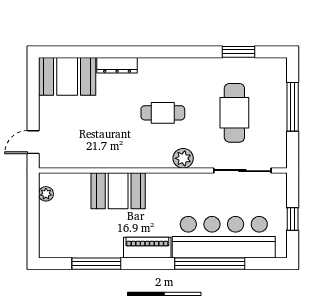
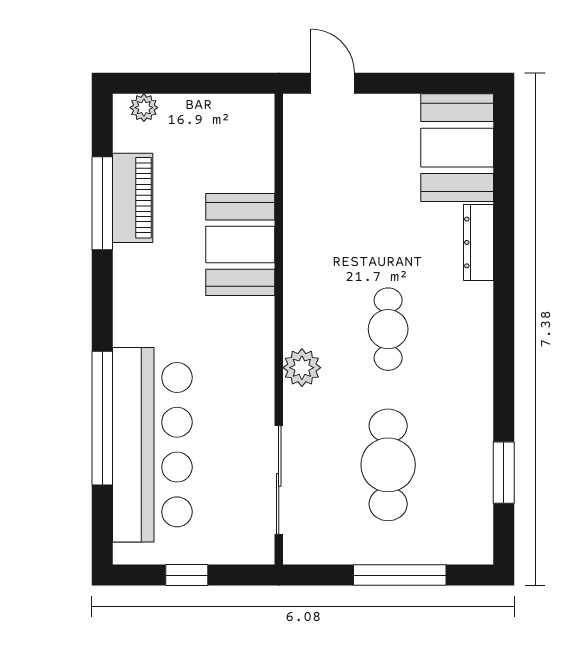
cafe table: (234, 113) -> (388, 465), turned 90
plant: (46, 194) -> (144, 108), moved
piano: (147, 248) -> (133, 198), moved

